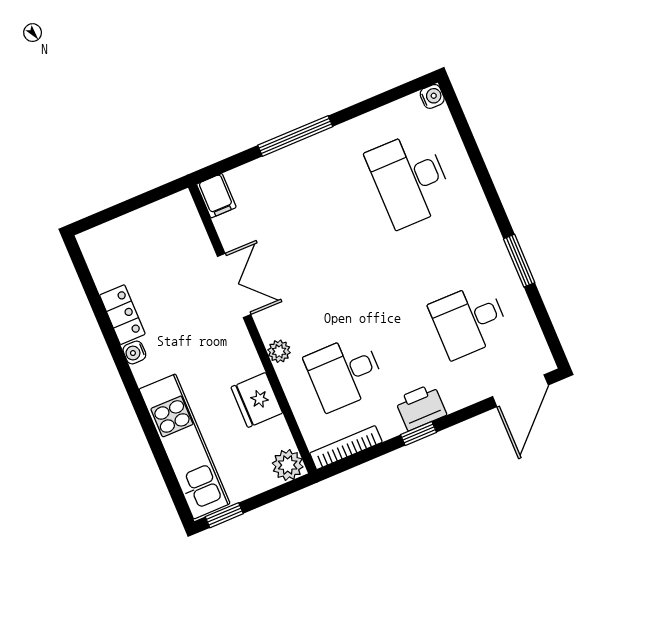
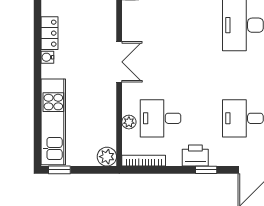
double door: (234, 286) -> (119, 62), moved
plant: (279, 351) -> (129, 122), moved
fridge: (257, 400) -> (105, 113), removed
window: (418, 434) -> (206, 170), moved

